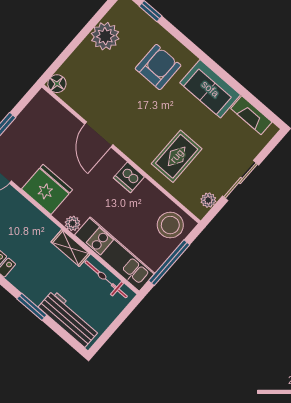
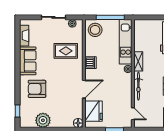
fridge: (47, 189) -> (94, 111), moved, turned 180
bicycle: (106, 279) -> (138, 86), moved

